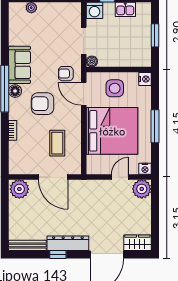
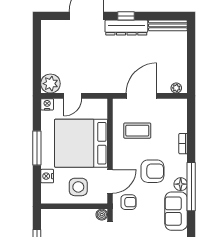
nightstand: (145, 79) -> (47, 176), moved
door: (84, 94) -> (110, 181), hinge flipped
coffee table: (57, 143) -> (137, 131), turned 90
door: (53, 177) -> (141, 96), hinge flipped
plant: (19, 189) -> (176, 88), width x0.53, depth x0.53
wardrobe: (137, 243) -> (55, 28), removed
window: (58, 255) -> (126, 16), moved

